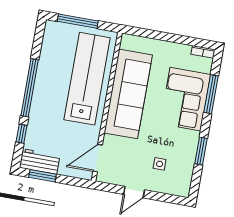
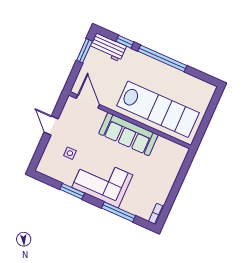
window: (78, 21) -> (209, 114), removed
sofa: (128, 94) -> (128, 134), width x0.74, depth x0.79
corner sofa: (185, 99) -> (102, 181), moved
workbench: (40, 161) -> (108, 47), moved, turned 90

